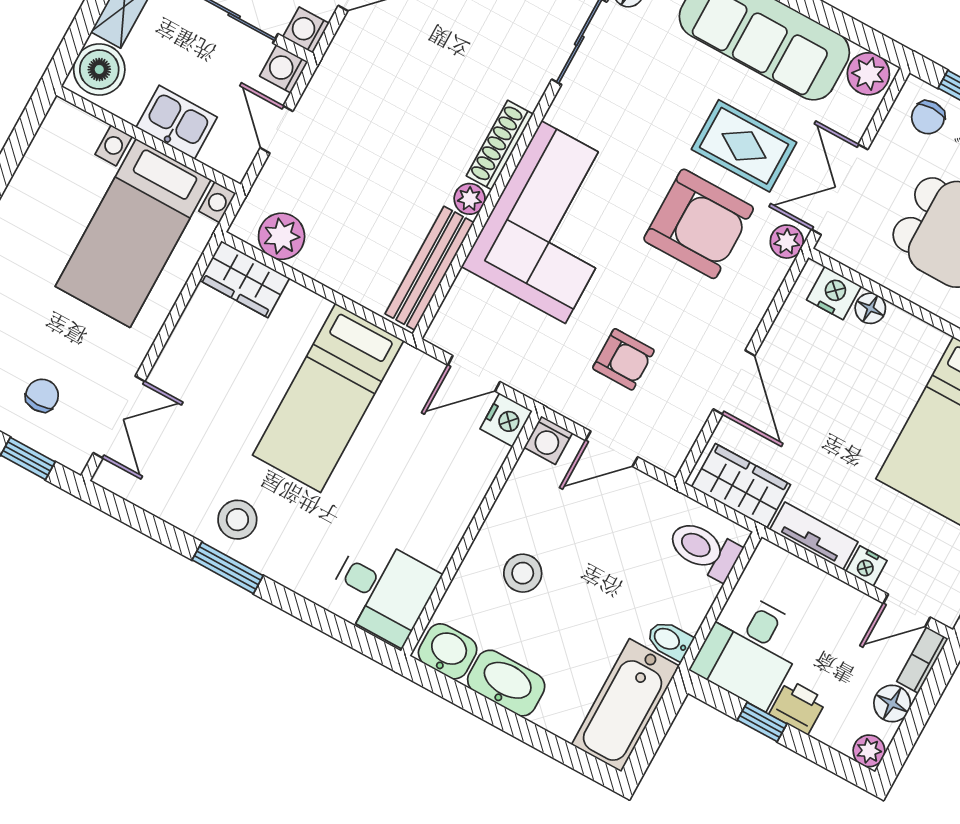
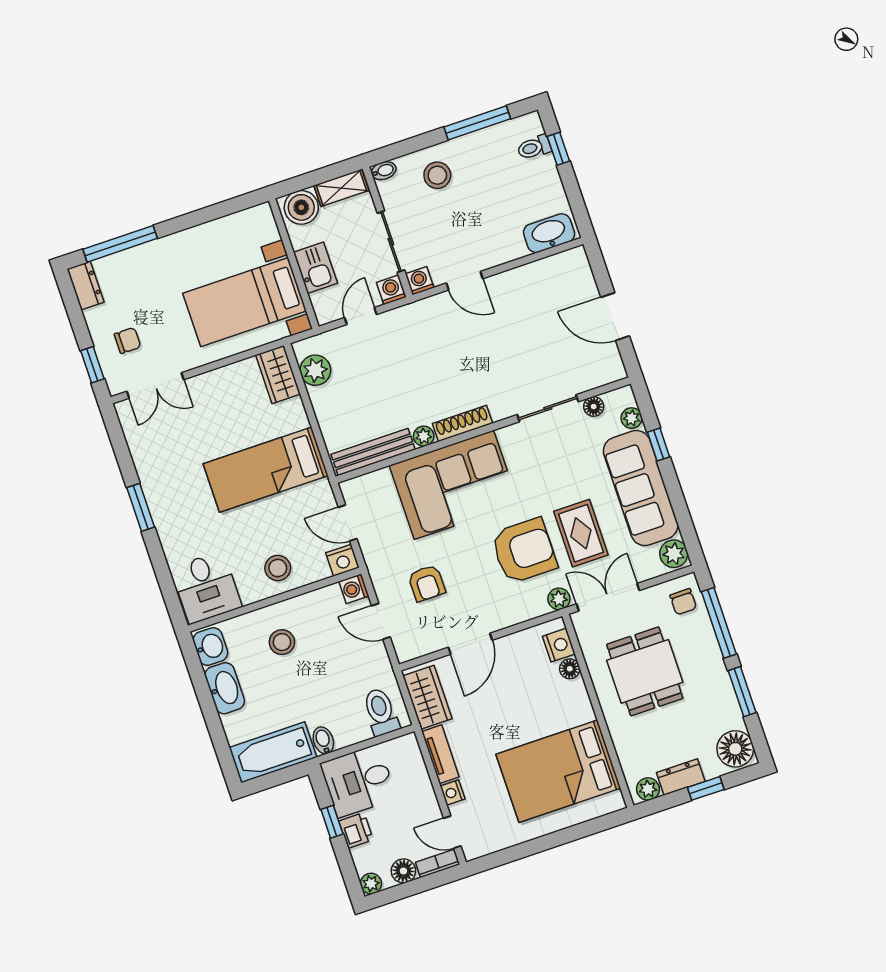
chair: (928, 117) -> (683, 602), turned -90
armchair: (699, 224) -> (524, 551), turned -90
stool: (237, 520) -> (278, 568), moved

